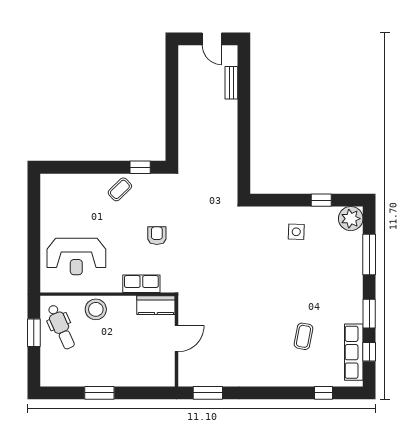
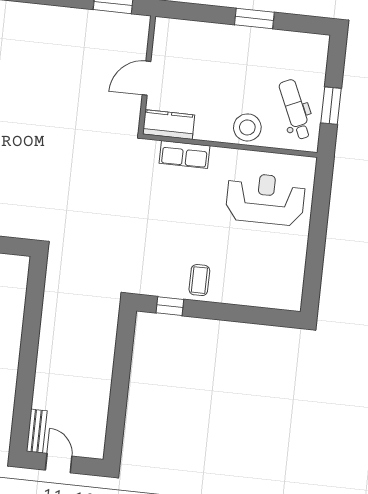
bench: (231, 83) -> (37, 431), moved
coffee table: (120, 189) -> (199, 280), turned -46
armchair: (157, 236) -> (158, 215), removed

